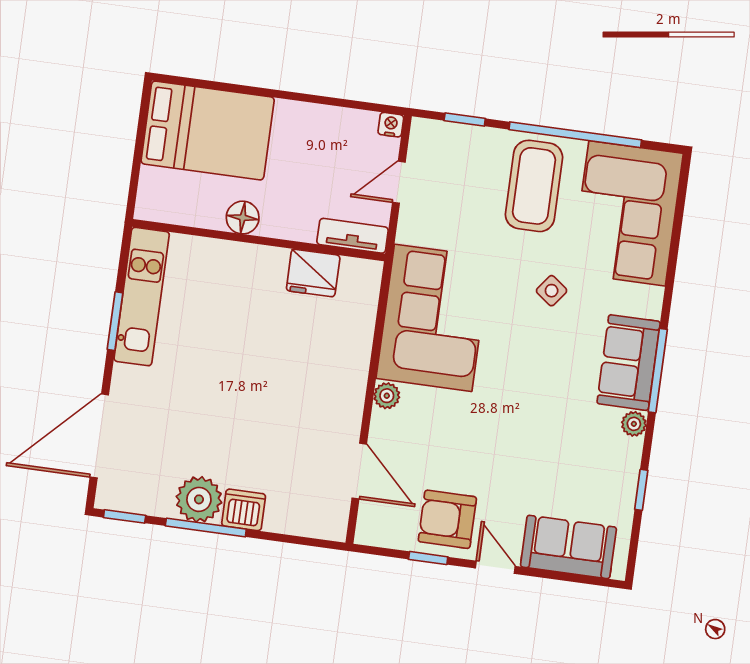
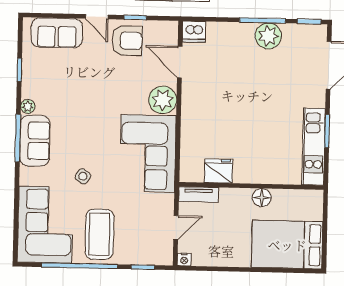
plant: (387, 396) -> (163, 100), width x1.88, depth x1.88
dishwasher: (244, 510) -> (194, 32), moved

